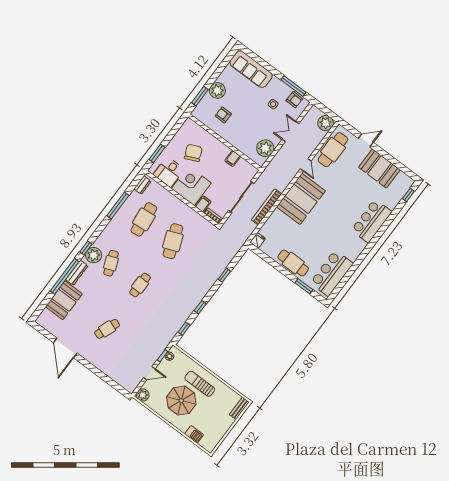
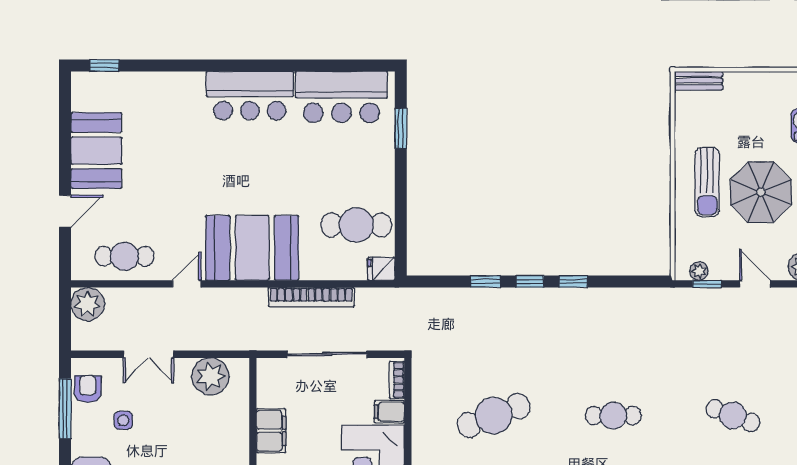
door: (366, 140) -> (65, 211), swing flipped
cafe table: (333, 150) -> (124, 256), width x0.73, depth x0.74
filing cabinet: (233, 158) -> (271, 431), width x2.00
bar counter: (371, 221) -> (250, 96), moved
cafe table: (293, 263) -> (356, 225), moved, turned 90
window: (184, 329) -> (530, 281), moved

